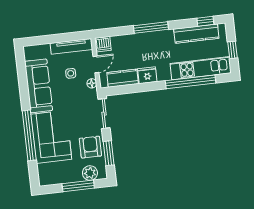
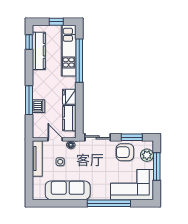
window: (151, 28) -> (29, 100), moved
dishwasher: (103, 44) -> (39, 106), moved
corner sofa: (51, 137) -> (132, 185), moved

